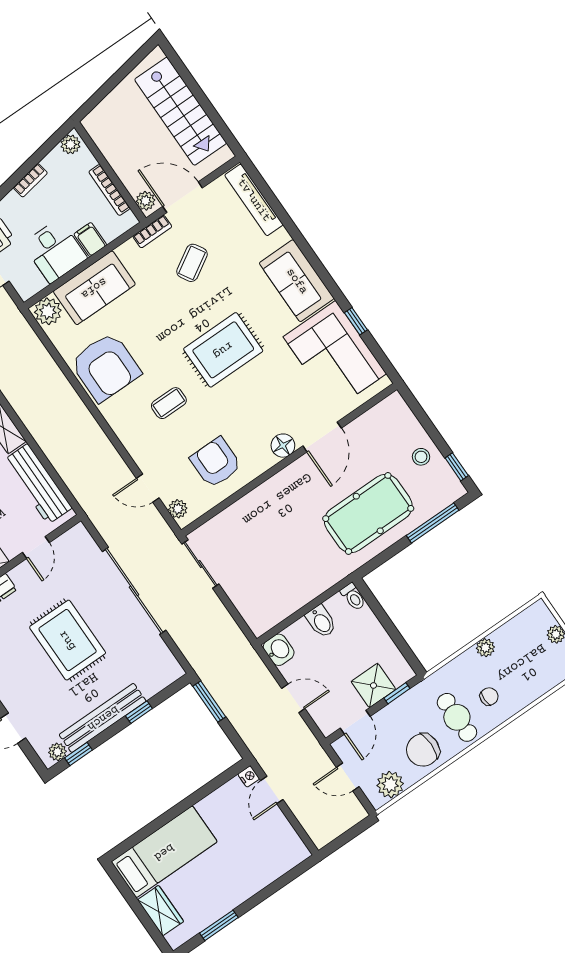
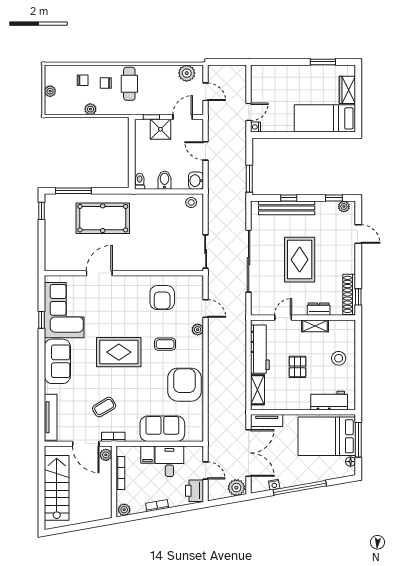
plant: (48, 311) -> (194, 433), removed
floor lamp: (283, 446) -> (122, 283), removed
stool: (421, 457) -> (191, 202), moved
plant: (178, 509) -> (198, 330), moved
bench: (103, 718) -> (287, 208), moved
chair: (423, 750) -> (83, 80), moved, width x0.54, depth x0.54

